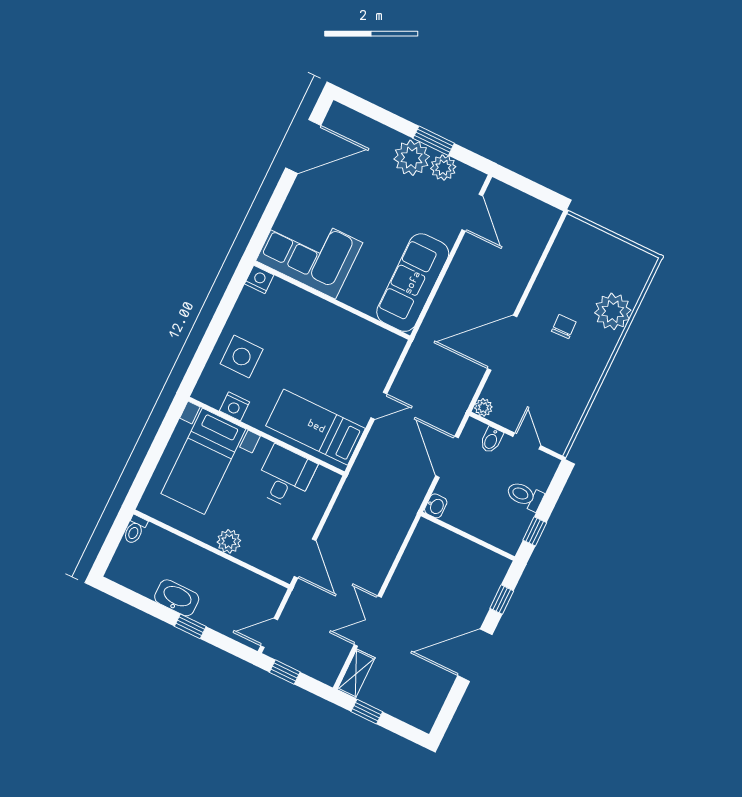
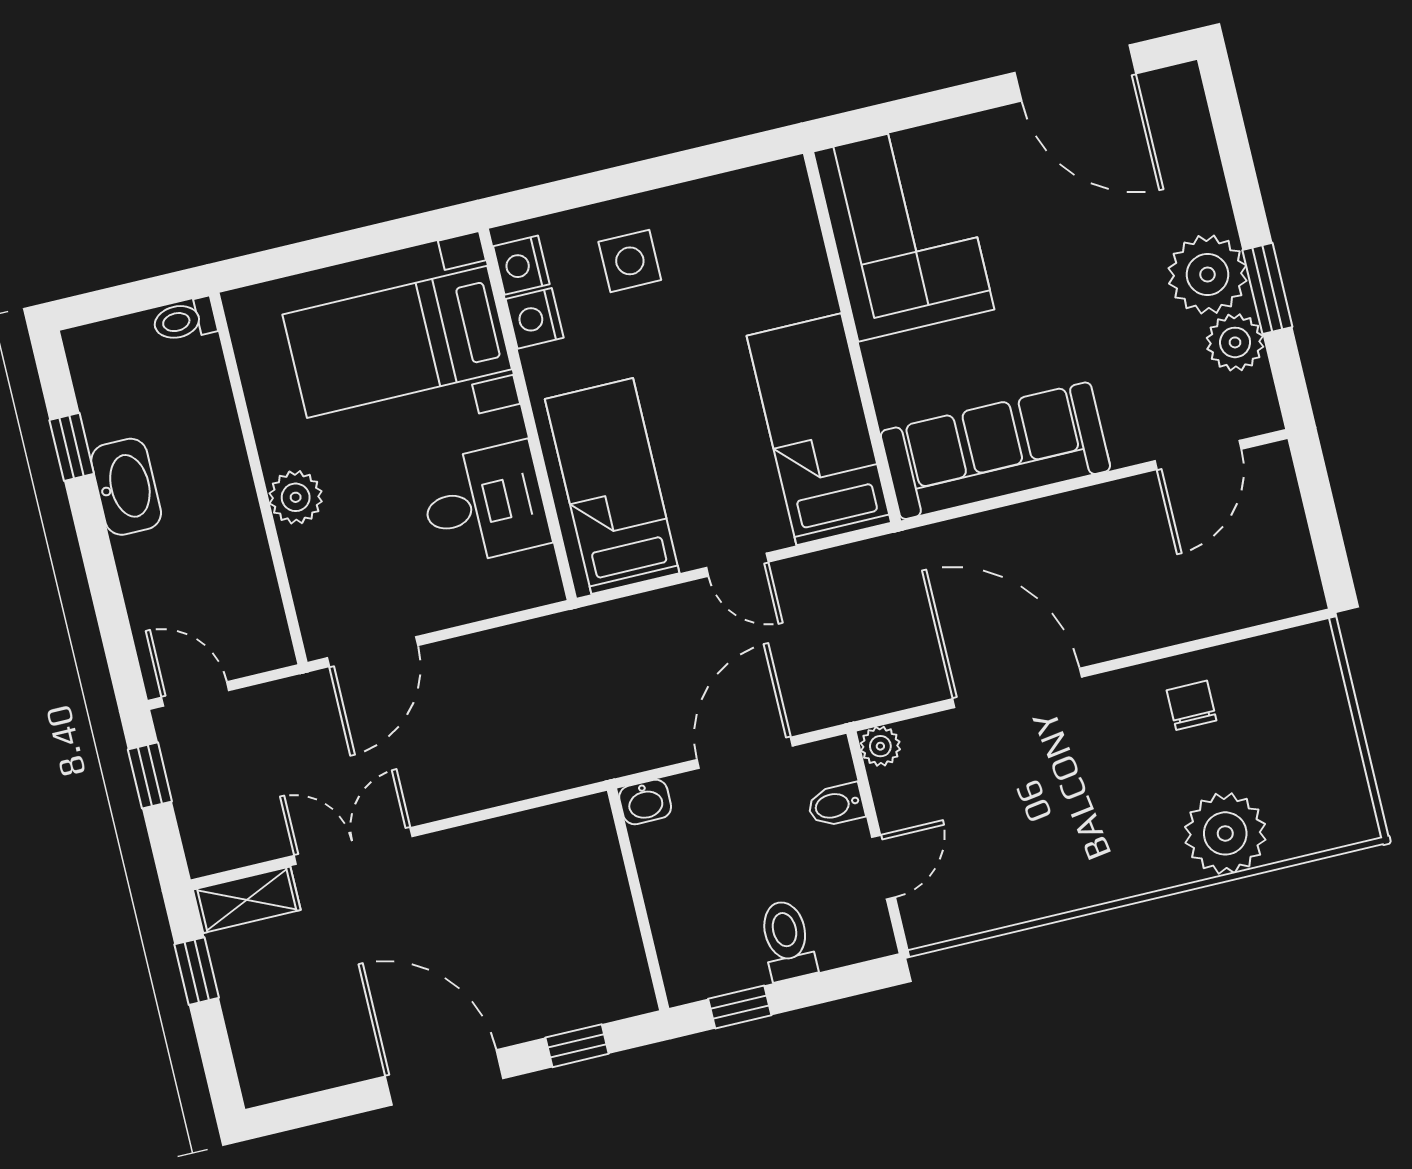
nightstand: (259, 279) -> (521, 265), moved, turned 180
chair: (564, 327) -> (1192, 705), moved, turned -88
bed: (355, 338) -> (819, 429), added
side table: (242, 357) -> (630, 261), width x0.73, depth x0.73
window: (190, 626) -> (72, 447), moved

